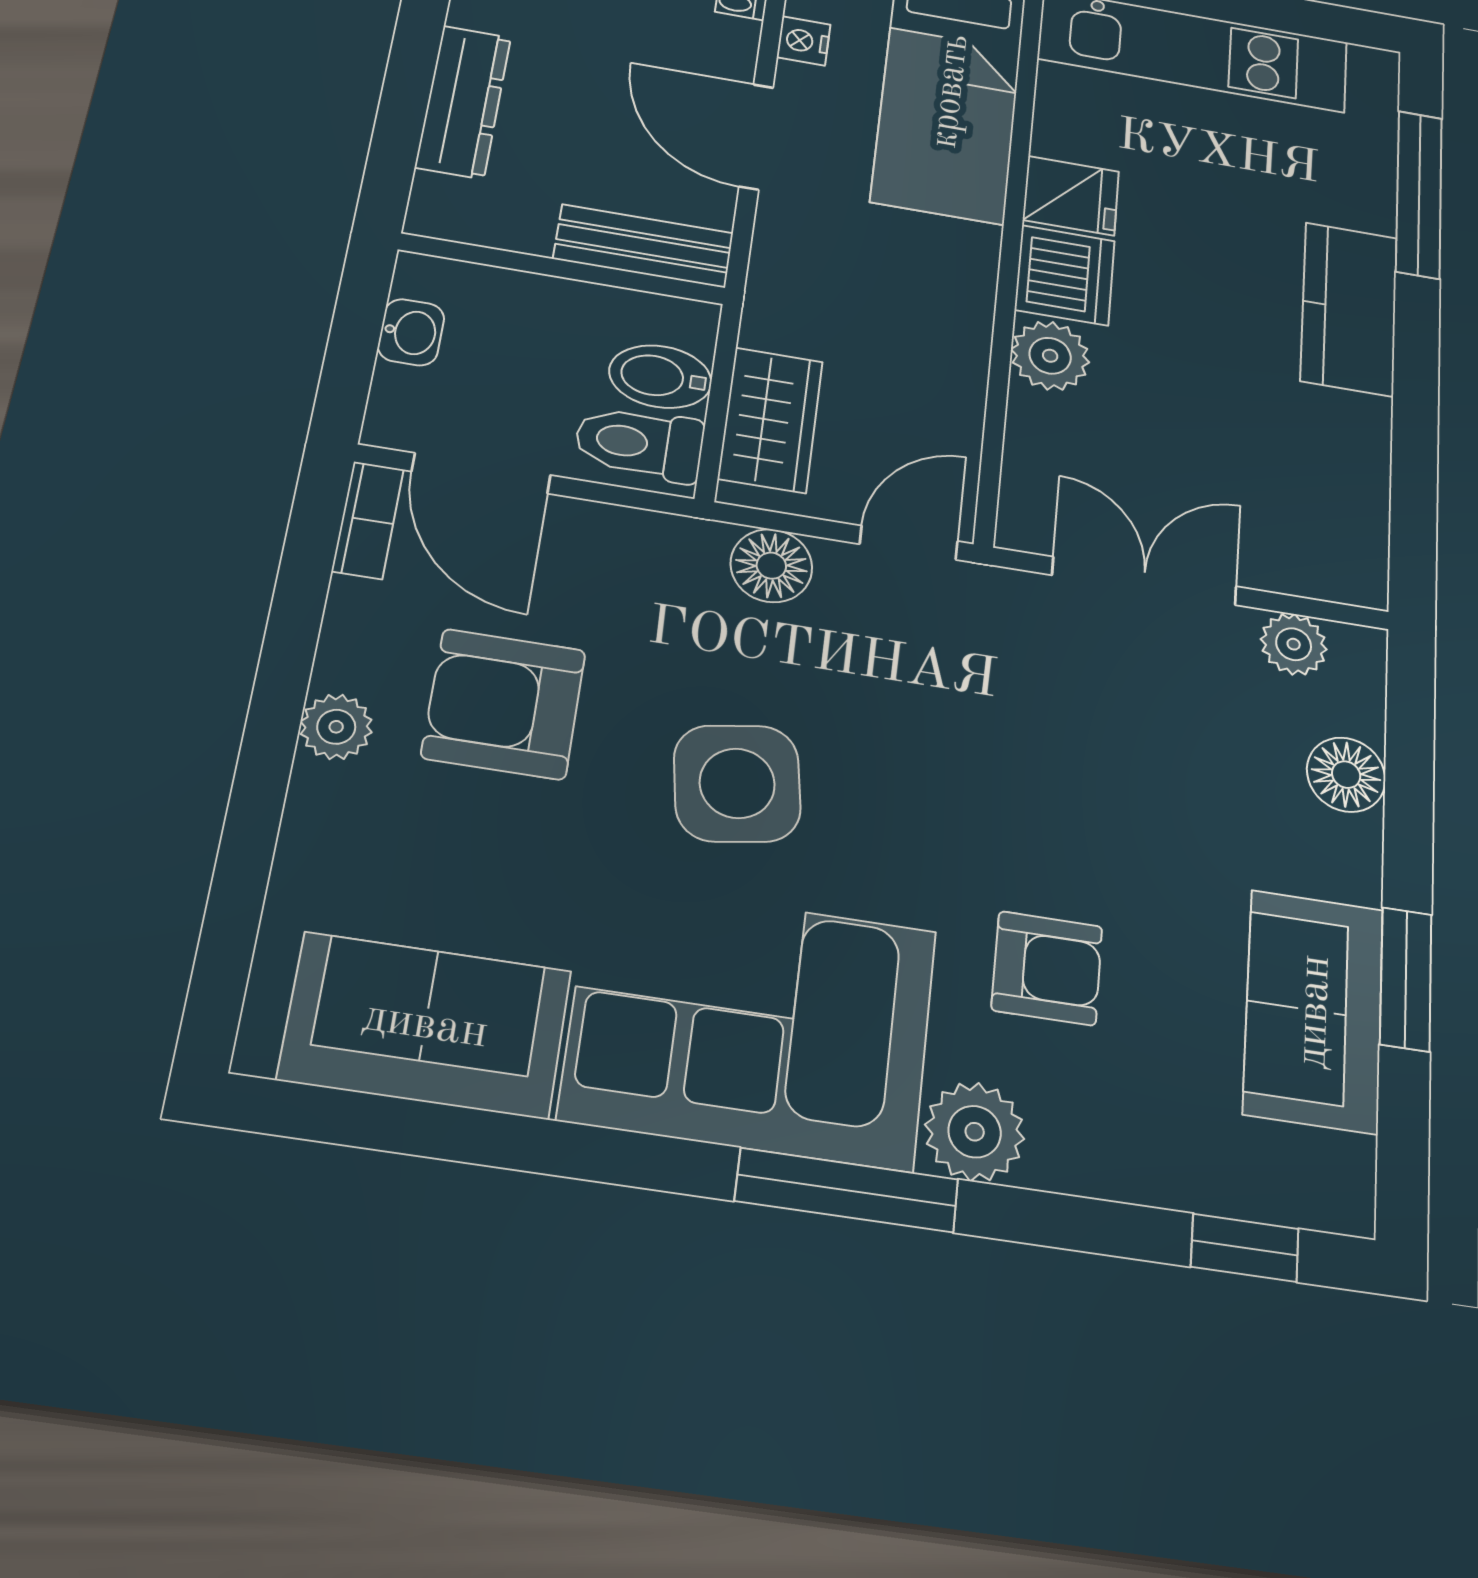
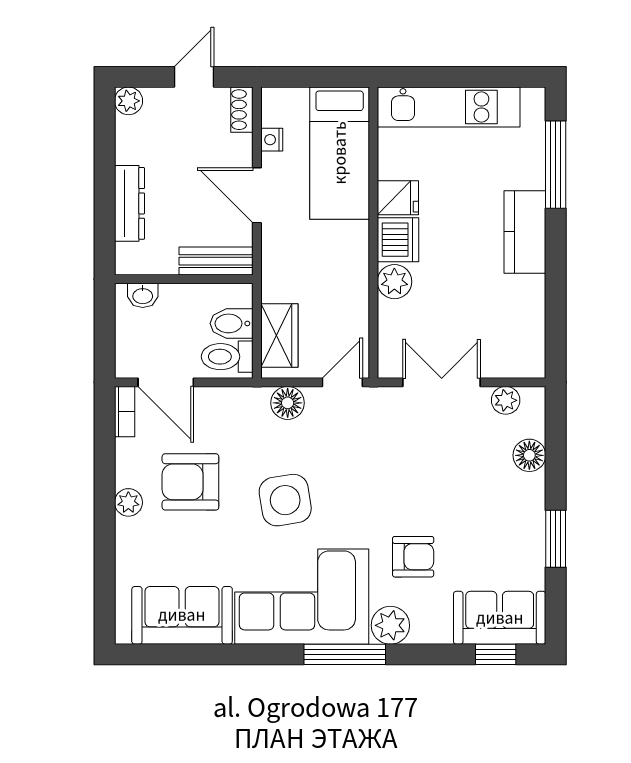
washbasin: (411, 332) -> (143, 295), moved, turned 90
sofa: (1314, 1011) -> (500, 618), moved, turned 90

